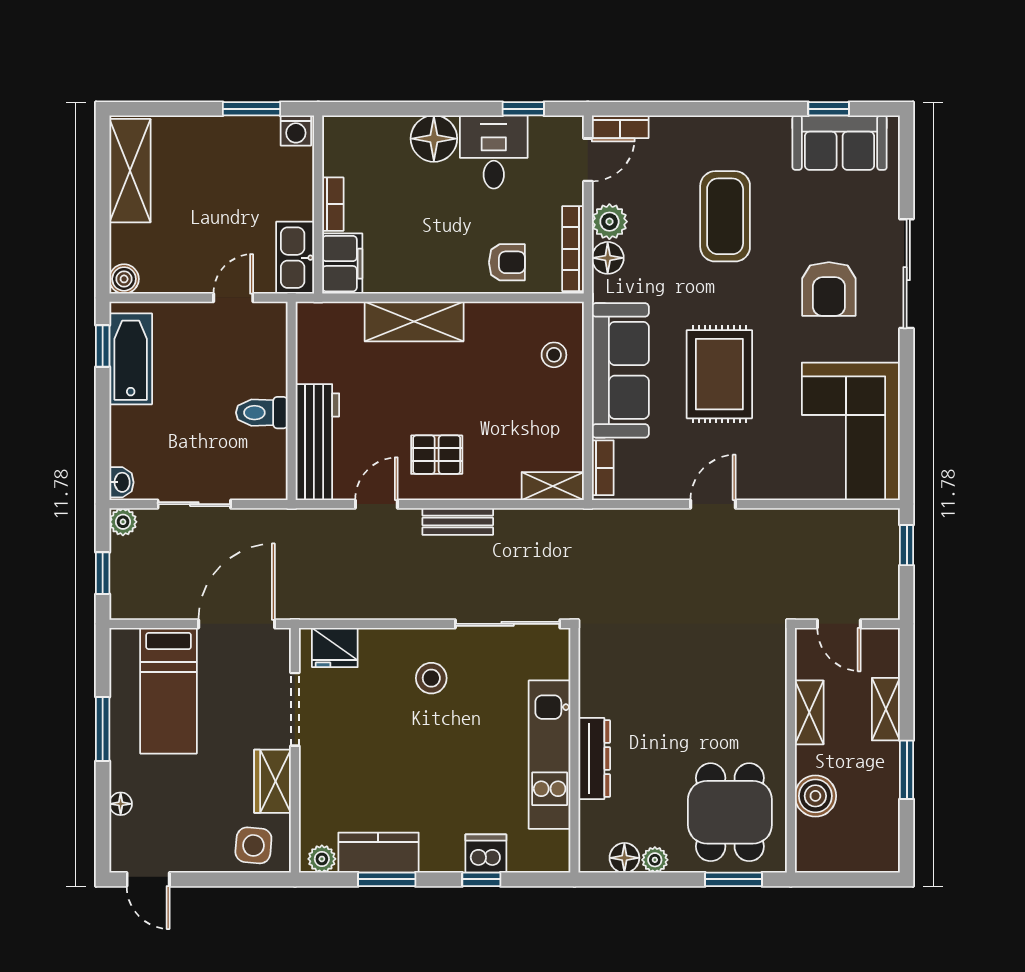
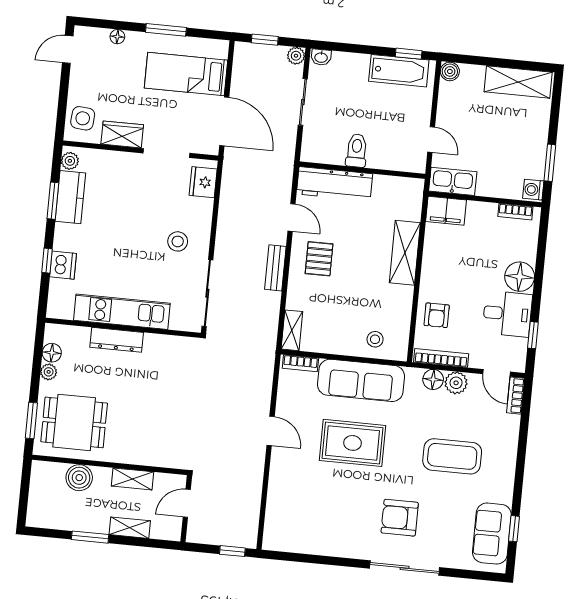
bookcase: (333, 204) -> (515, 212), moved
corner sofa: (851, 431) -> (308, 523), removed

